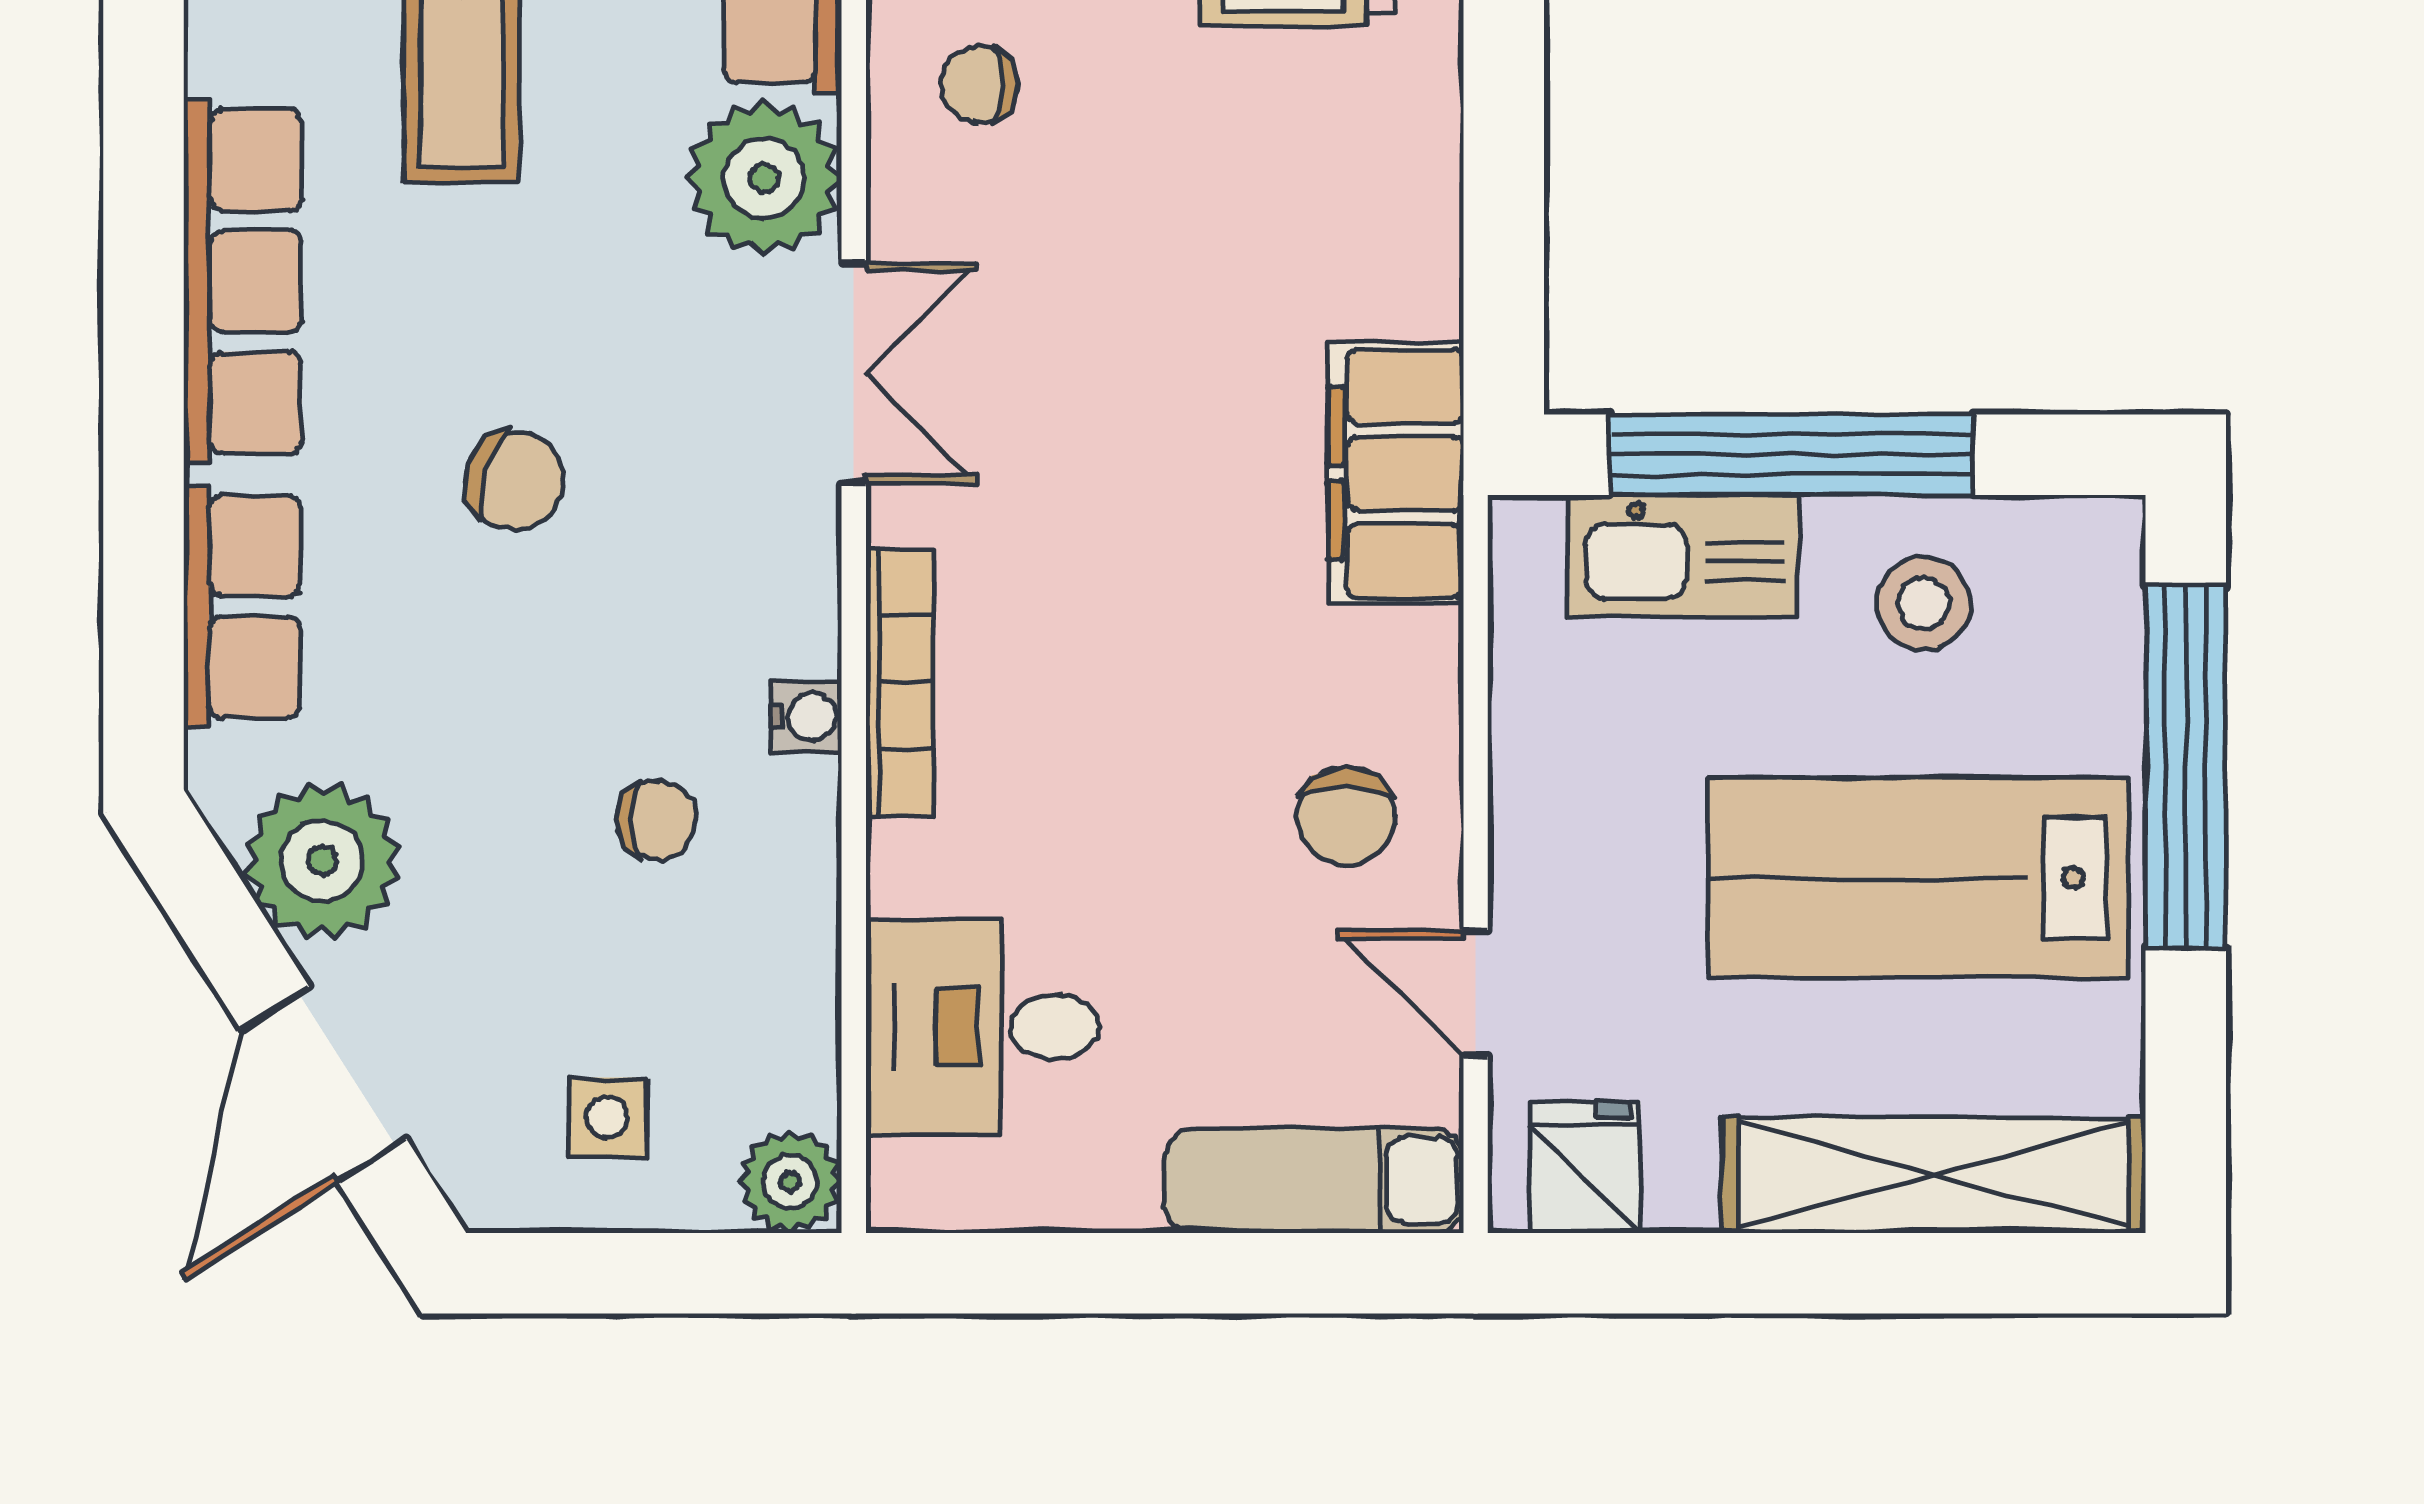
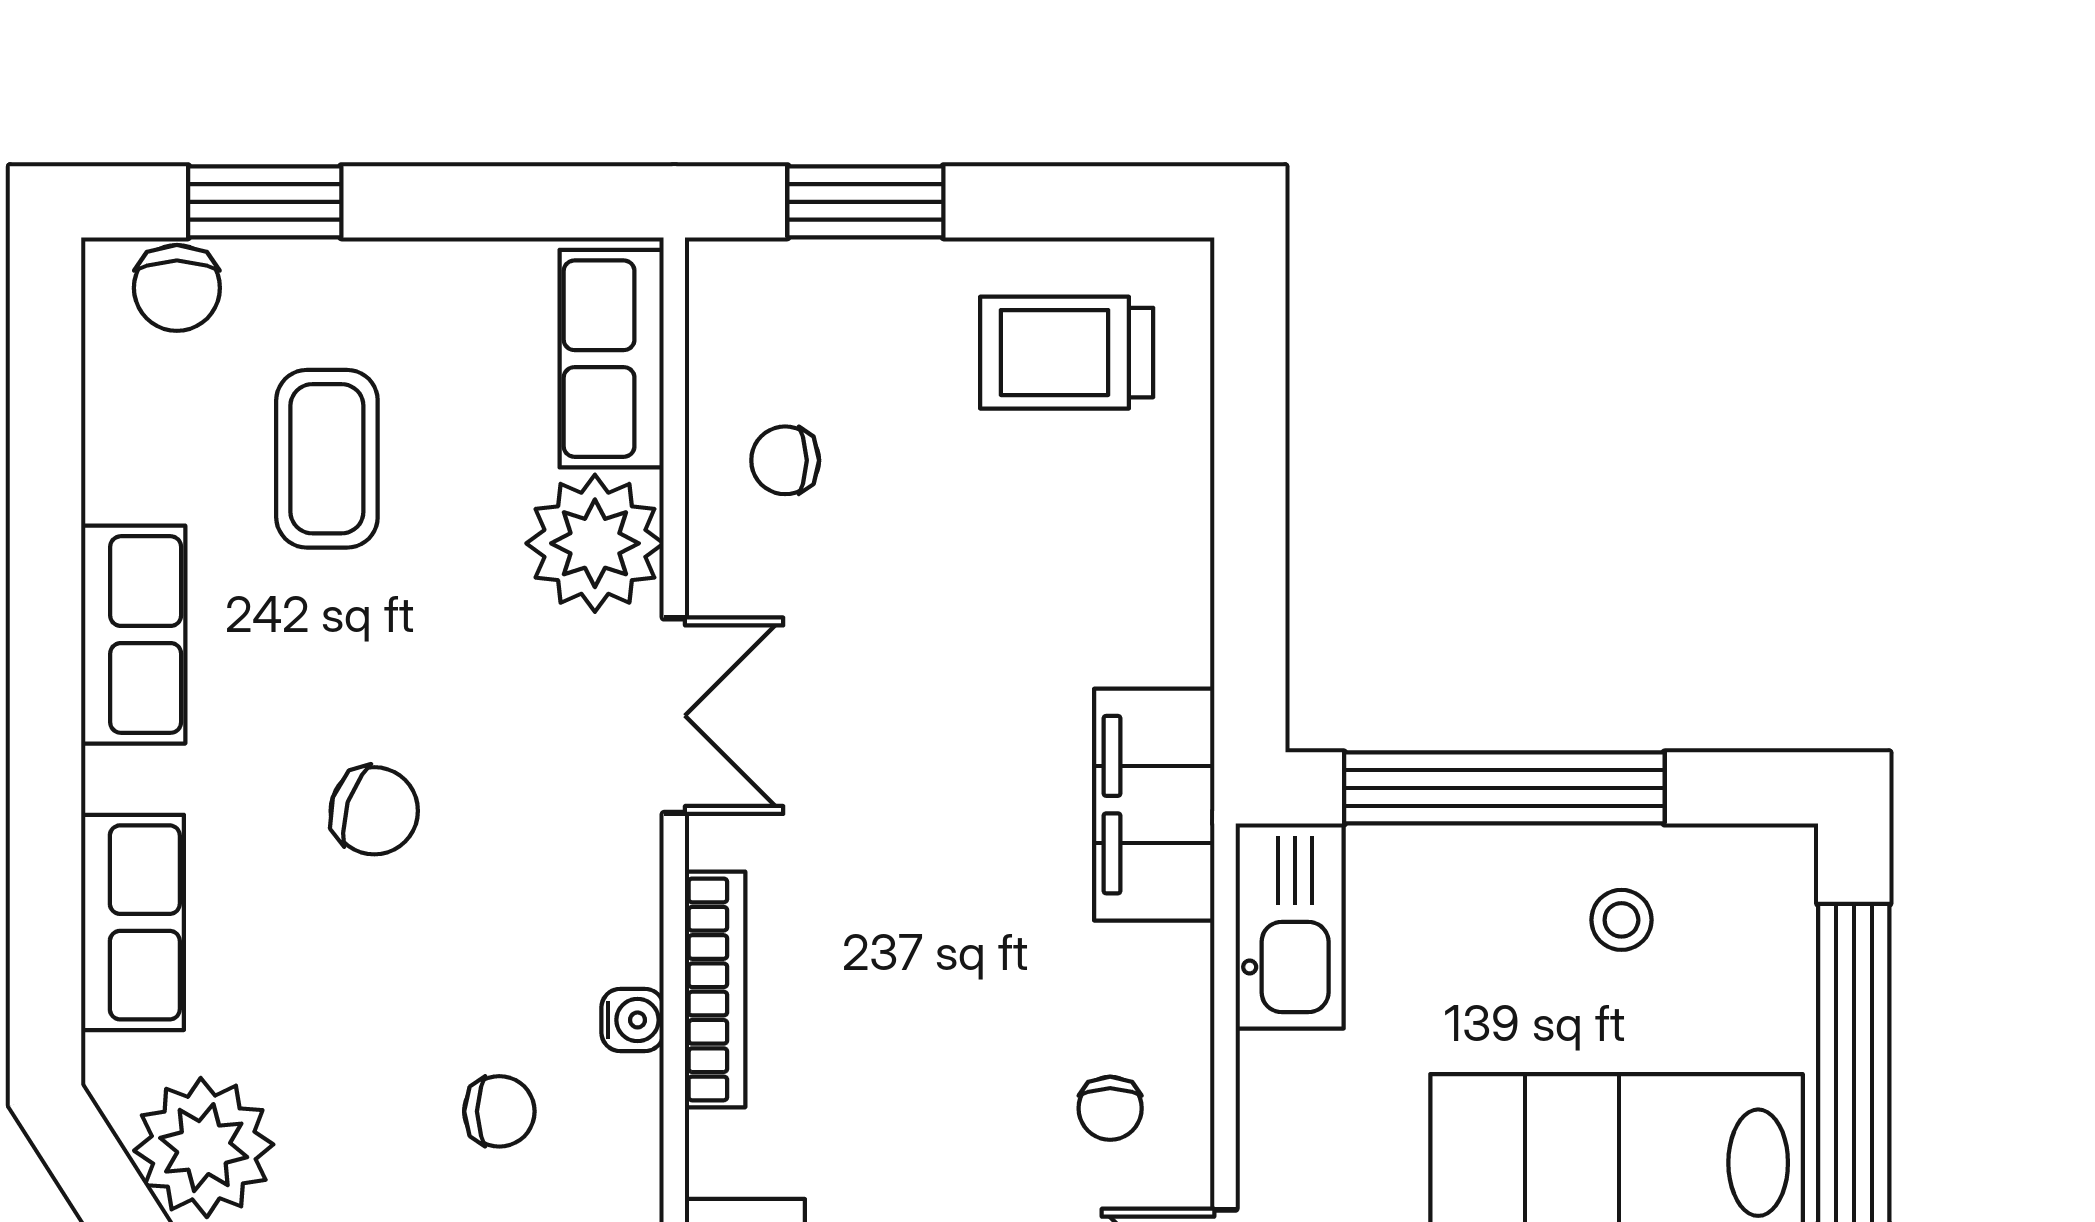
row of seats: (243, 281) -> (133, 635), width x0.68
kitchen sink: (1682, 556) -> (1290, 926), moved, turned -90
stool: (1923, 604) -> (1621, 920), width x0.73, depth x0.73
chair: (1346, 816) -> (1110, 1108), width x0.73, depth x0.73

